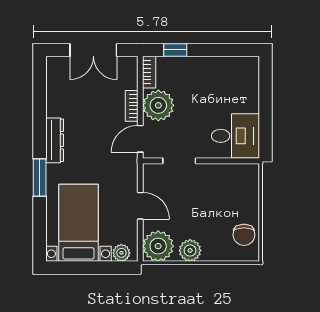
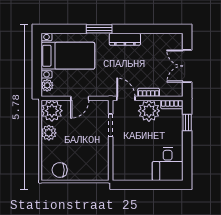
desk: (235, 136) -> (168, 164), moved

